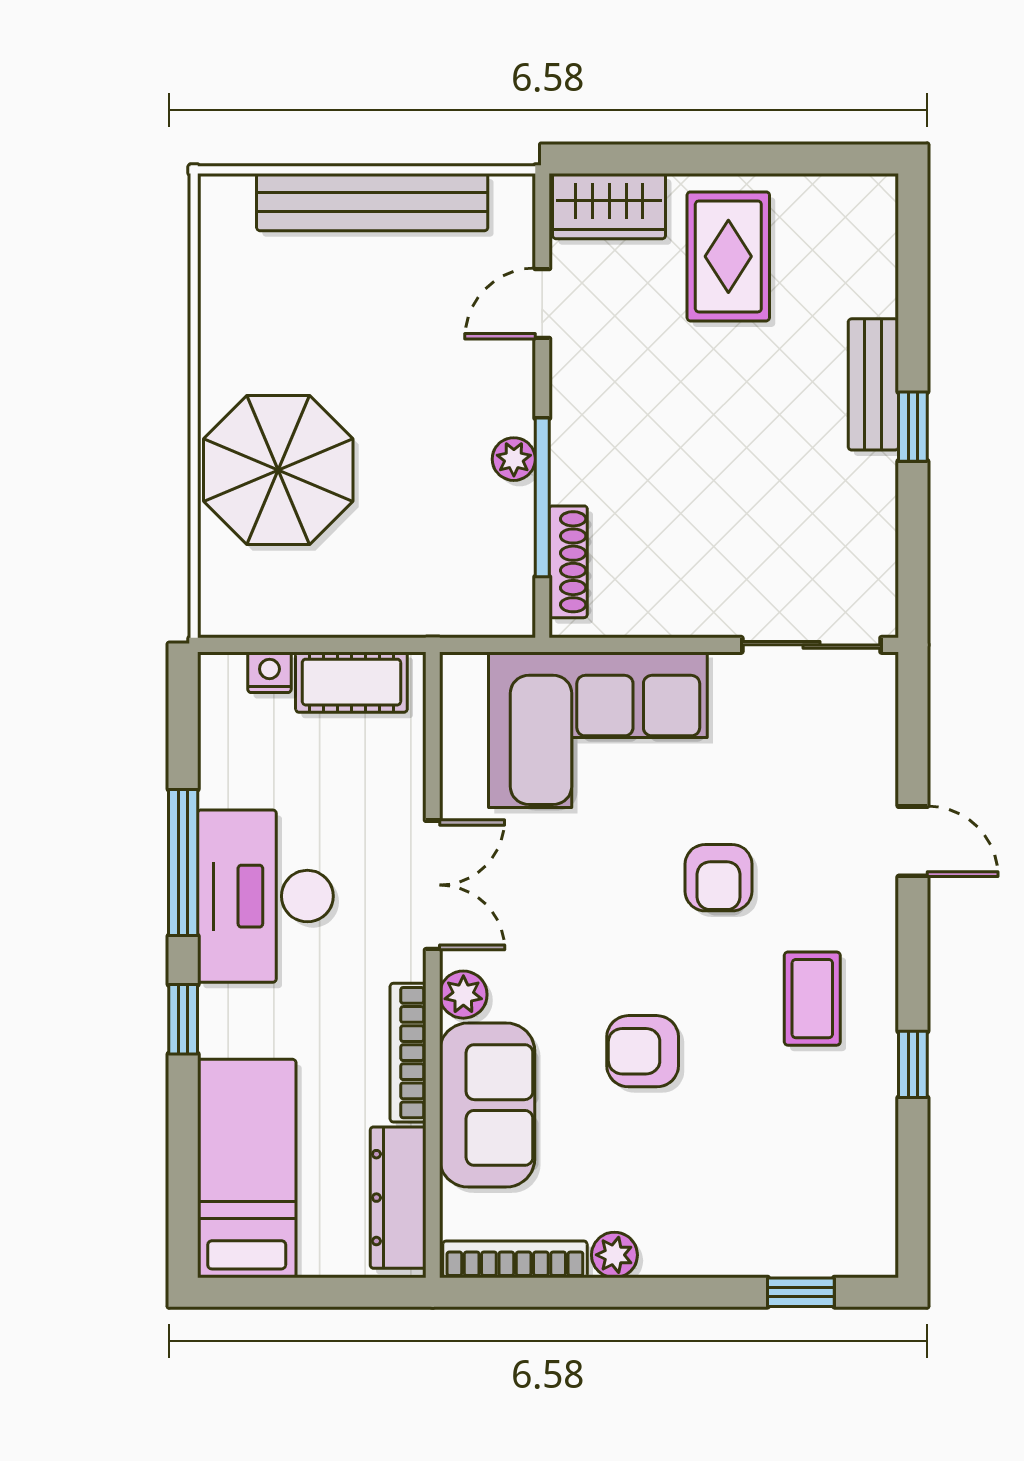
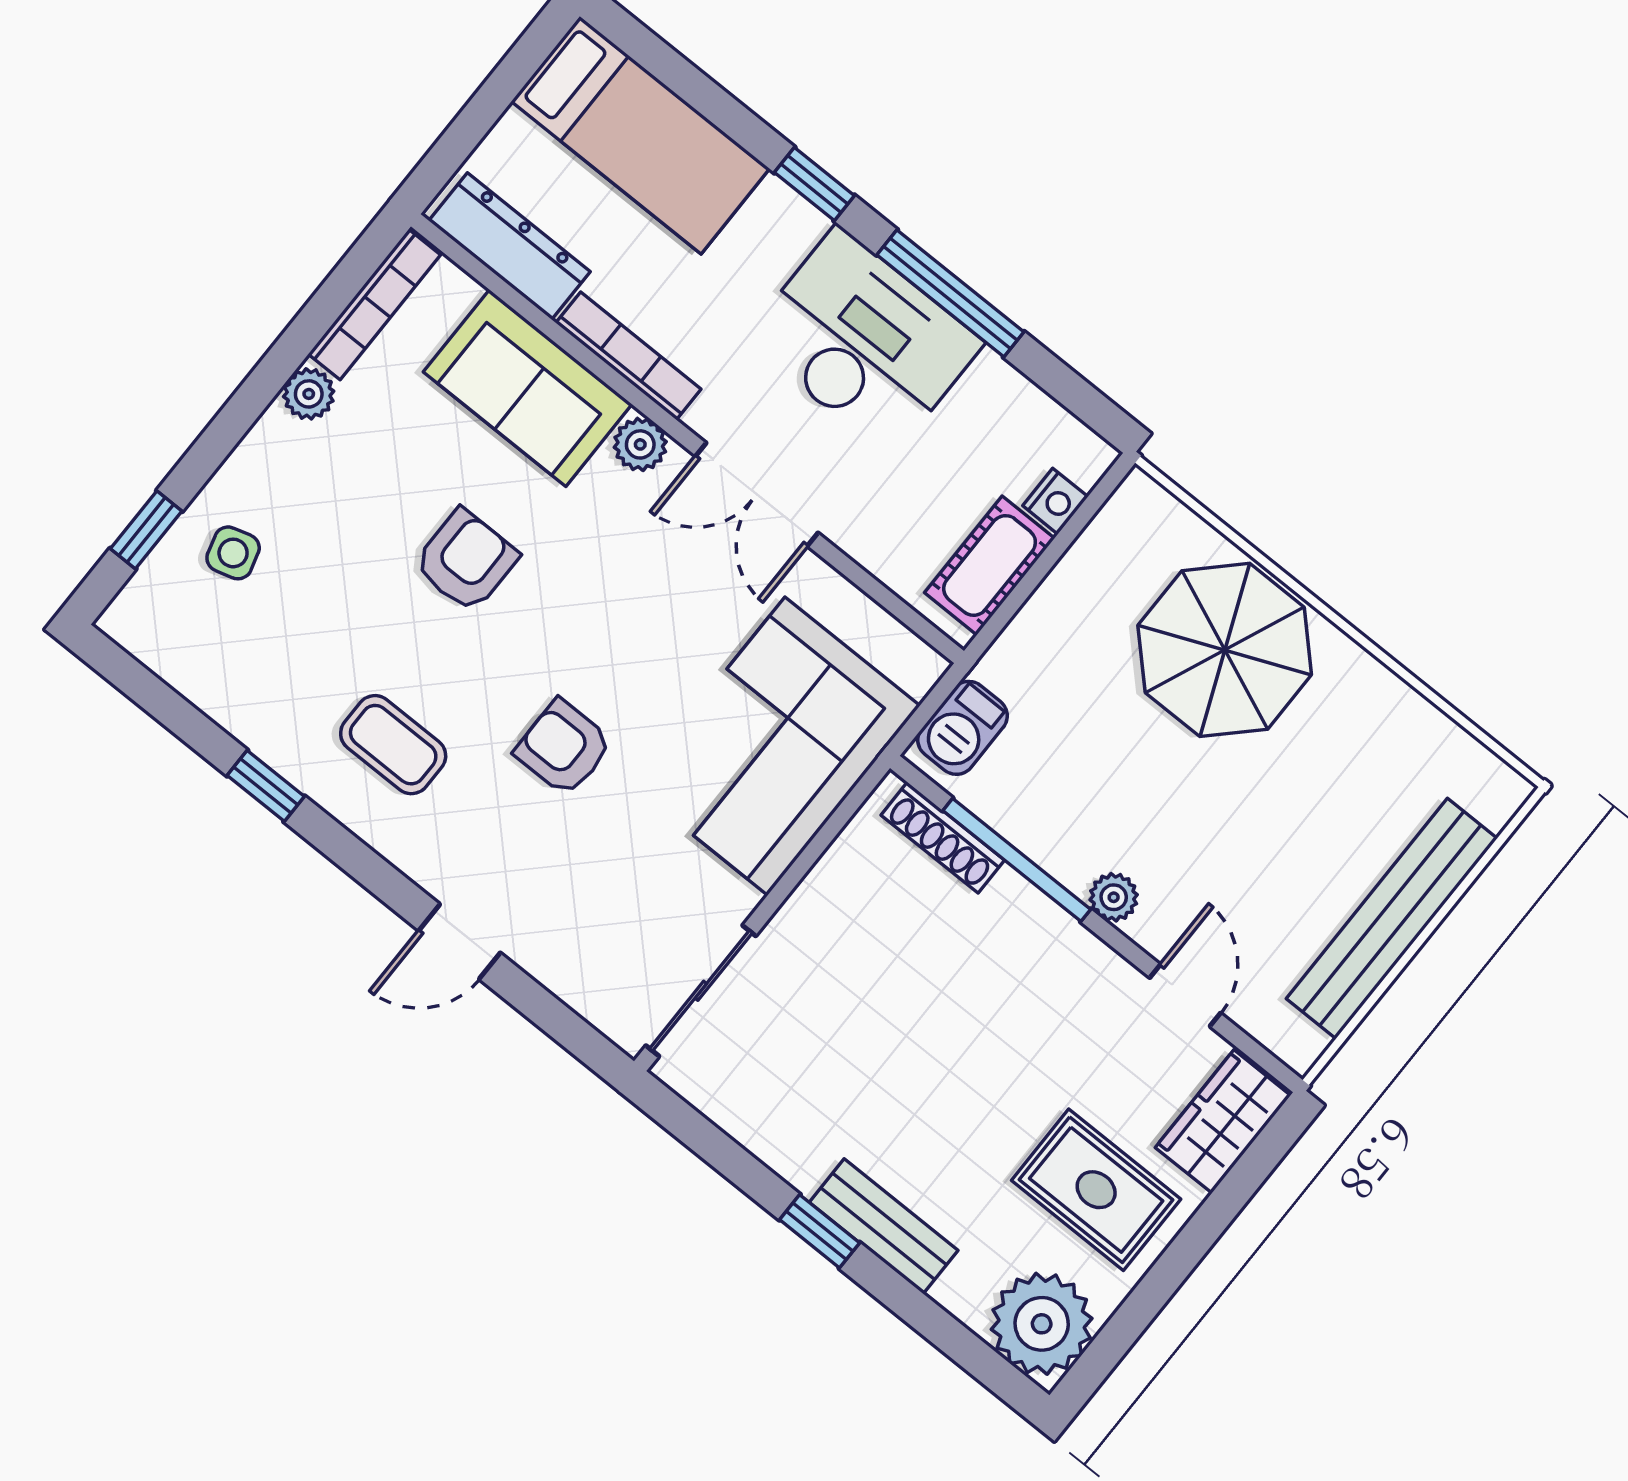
plant: (853, 219) -> (1042, 1324), added
plant: (514, 459) -> (1114, 897), moved
barbecue: (480, 610) -> (963, 728), added
side table: (768, 1218) -> (233, 553), added

